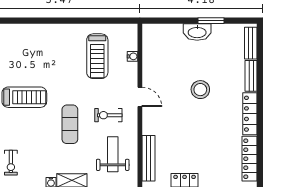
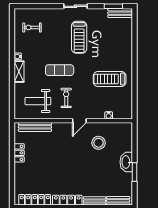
treadmill: (97, 56) -> (110, 79), moved
stool: (200, 90) -> (99, 143), moved
weight bench: (113, 154) -> (38, 101), turned 180

